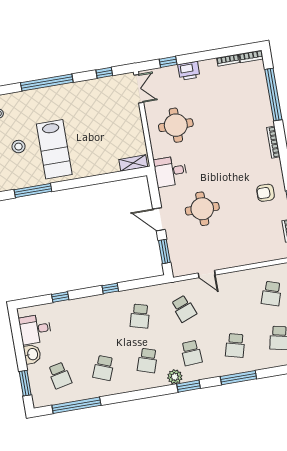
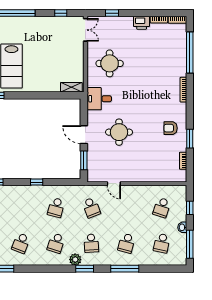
printer: (189, 71) -> (142, 23), moved

